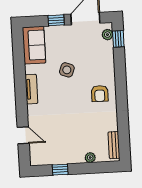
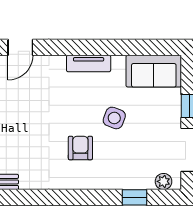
window: (118, 39) -> (134, 197), moved
armchair: (100, 94) -> (80, 148), moved, turned 89

